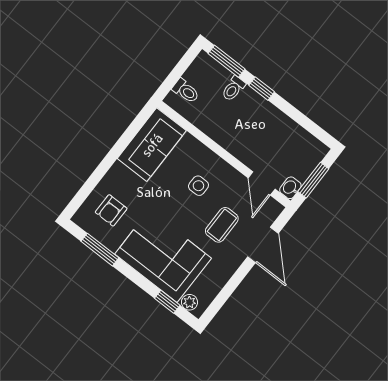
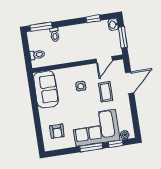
window: (262, 89) -> (93, 19), moved
door: (262, 183) -> (104, 60), hinge flipped
washbasin: (290, 188) -> (113, 25), moved
door: (263, 245) -> (130, 83), hinge flipped
window: (100, 250) -> (91, 147), moved

